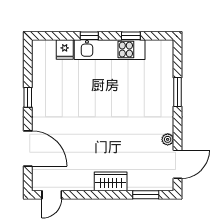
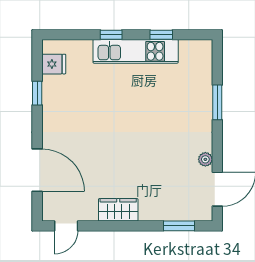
fridge: (65, 50) -> (54, 64), moved, turned -90
window: (28, 97) -> (37, 93), moved
wardrobe: (111, 181) -> (118, 210), moved

